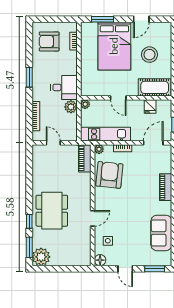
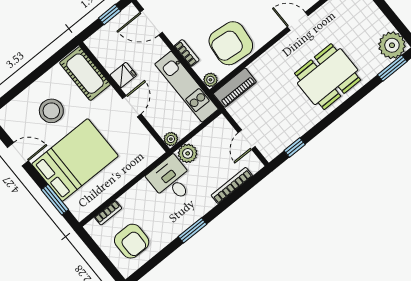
fridge: (150, 106) -> (123, 75), moved
window: (29, 221) -> (295, 147), moved

